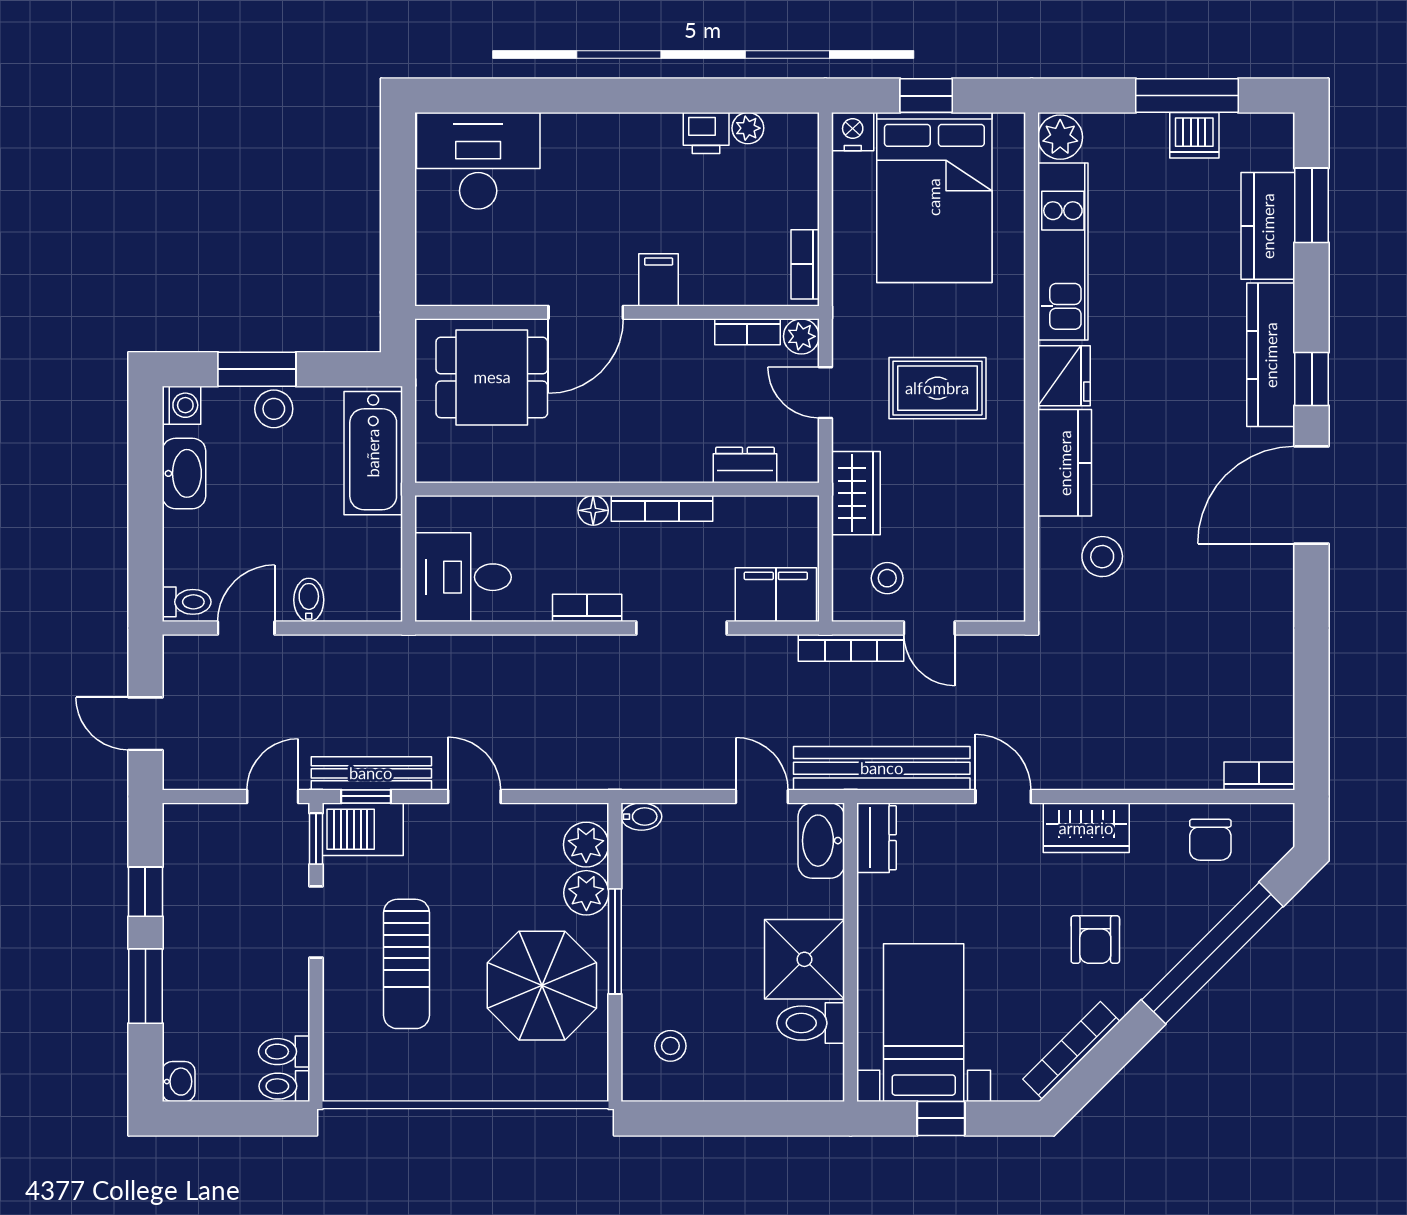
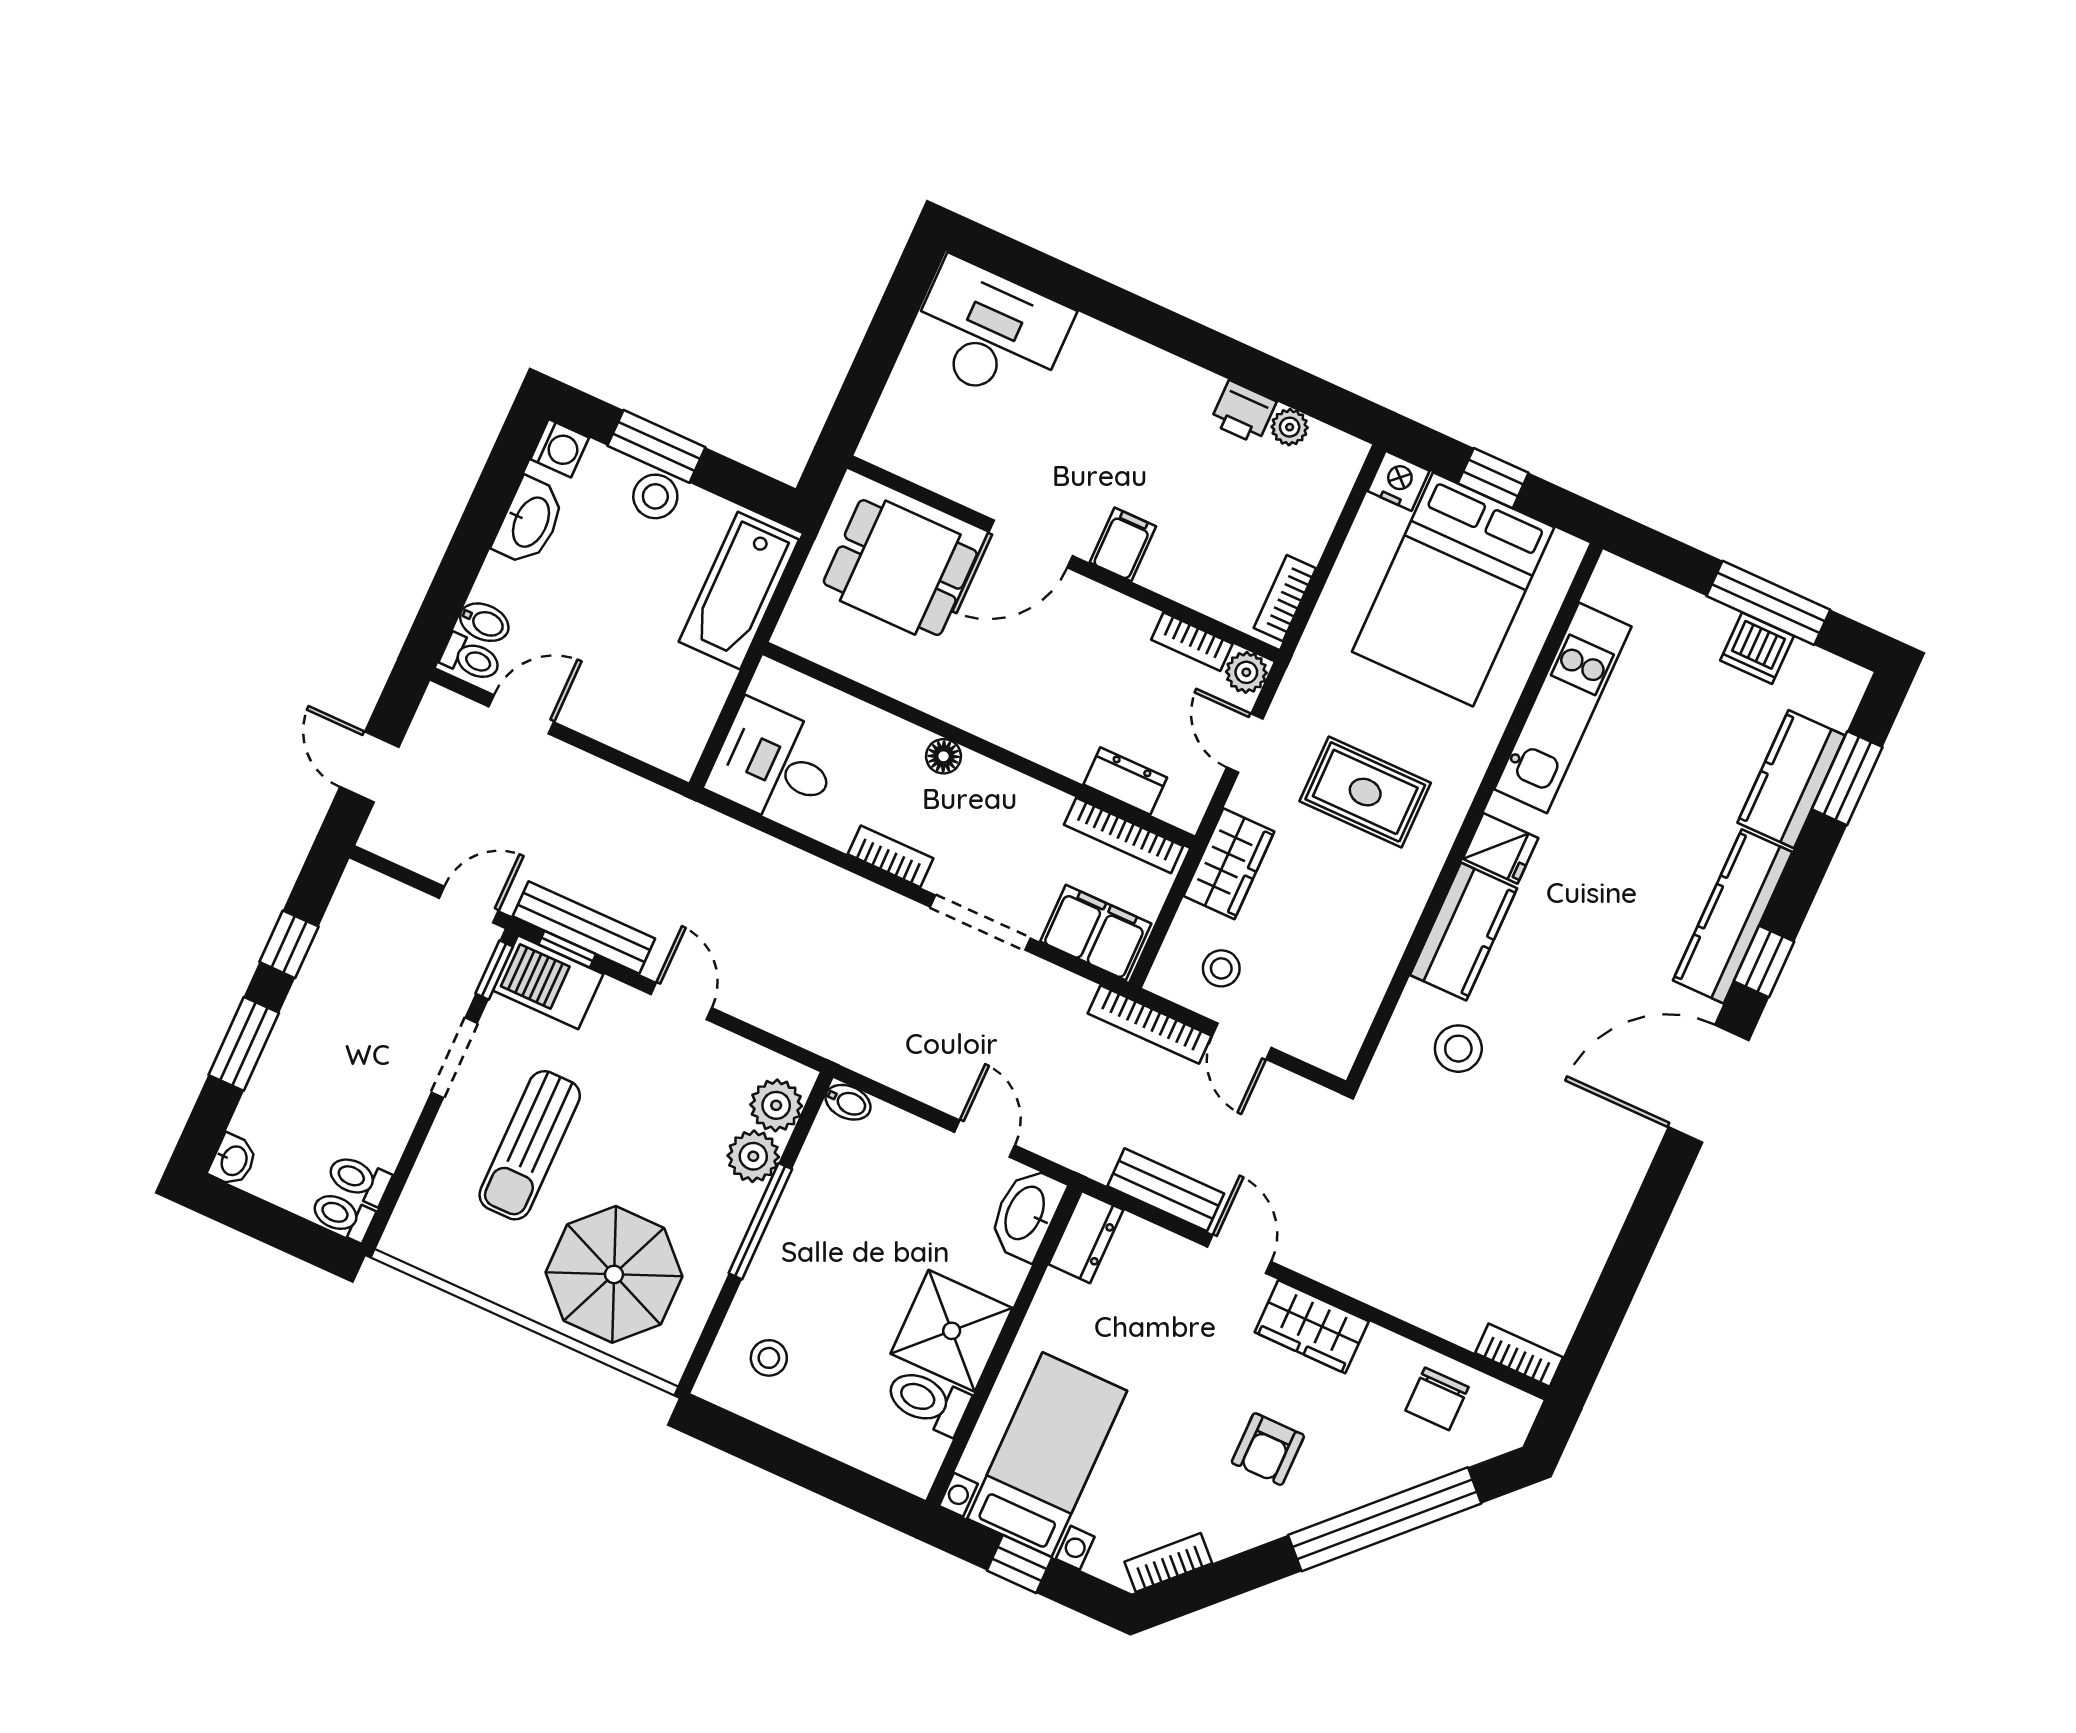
plant: (1060, 137) -> (1615, 586), removed
fridge: (1064, 376) -> (1500, 848), width x0.72
bookcase: (662, 508) -> (1124, 835), moved
bidet: (309, 600) -> (484, 622), moved, turned 90
bench: (882, 768) -> (1166, 1190), width x0.54, depth x0.82
parasol: (542, 986) -> (614, 1274), moved
bookcase: (1071, 1050) -> (1168, 1562), width x0.64

